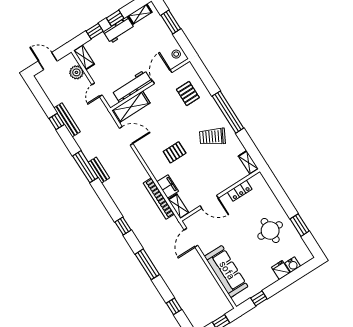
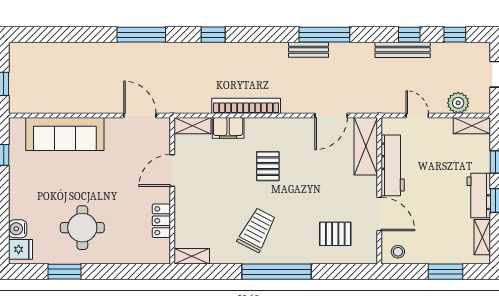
bookcase: (159, 199) -> (246, 106), moved
fridge: (281, 270) -> (20, 249), moved
window: (174, 306) -> (455, 35), moved

